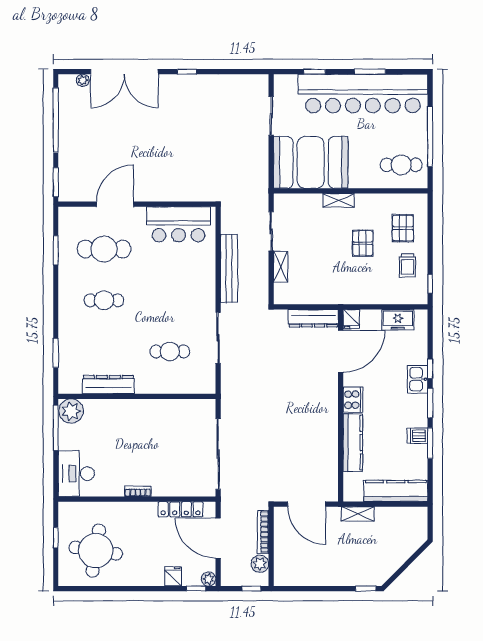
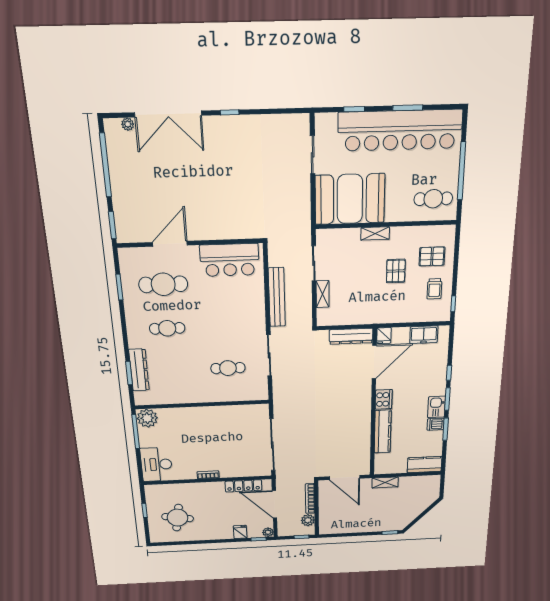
pallet: (403, 228) -> (432, 256), turned 90
kitchen sink: (418, 379) -> (437, 407), moved
dresser: (108, 385) -> (139, 370), moved, turned 90
kitchen counter: (396, 491) -> (425, 465), width x0.67
round table: (96, 551) -> (178, 518), width x0.73, depth x0.73

